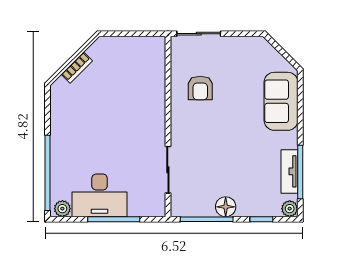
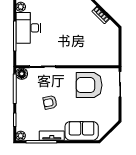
armchair: (200, 88) -> (89, 85), width x1.88, depth x1.88
armchair: (231, 157) -> (50, 102), added
tv unit: (289, 171) -> (52, 136), moved
floor lamp: (226, 207) -> (22, 74), moved

